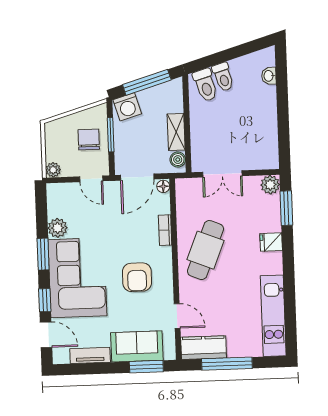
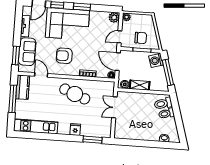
plant: (270, 185) -> (106, 132), removed
plant: (58, 228) -> (114, 17), moved
door: (177, 316) -> (41, 75), swing flipped

